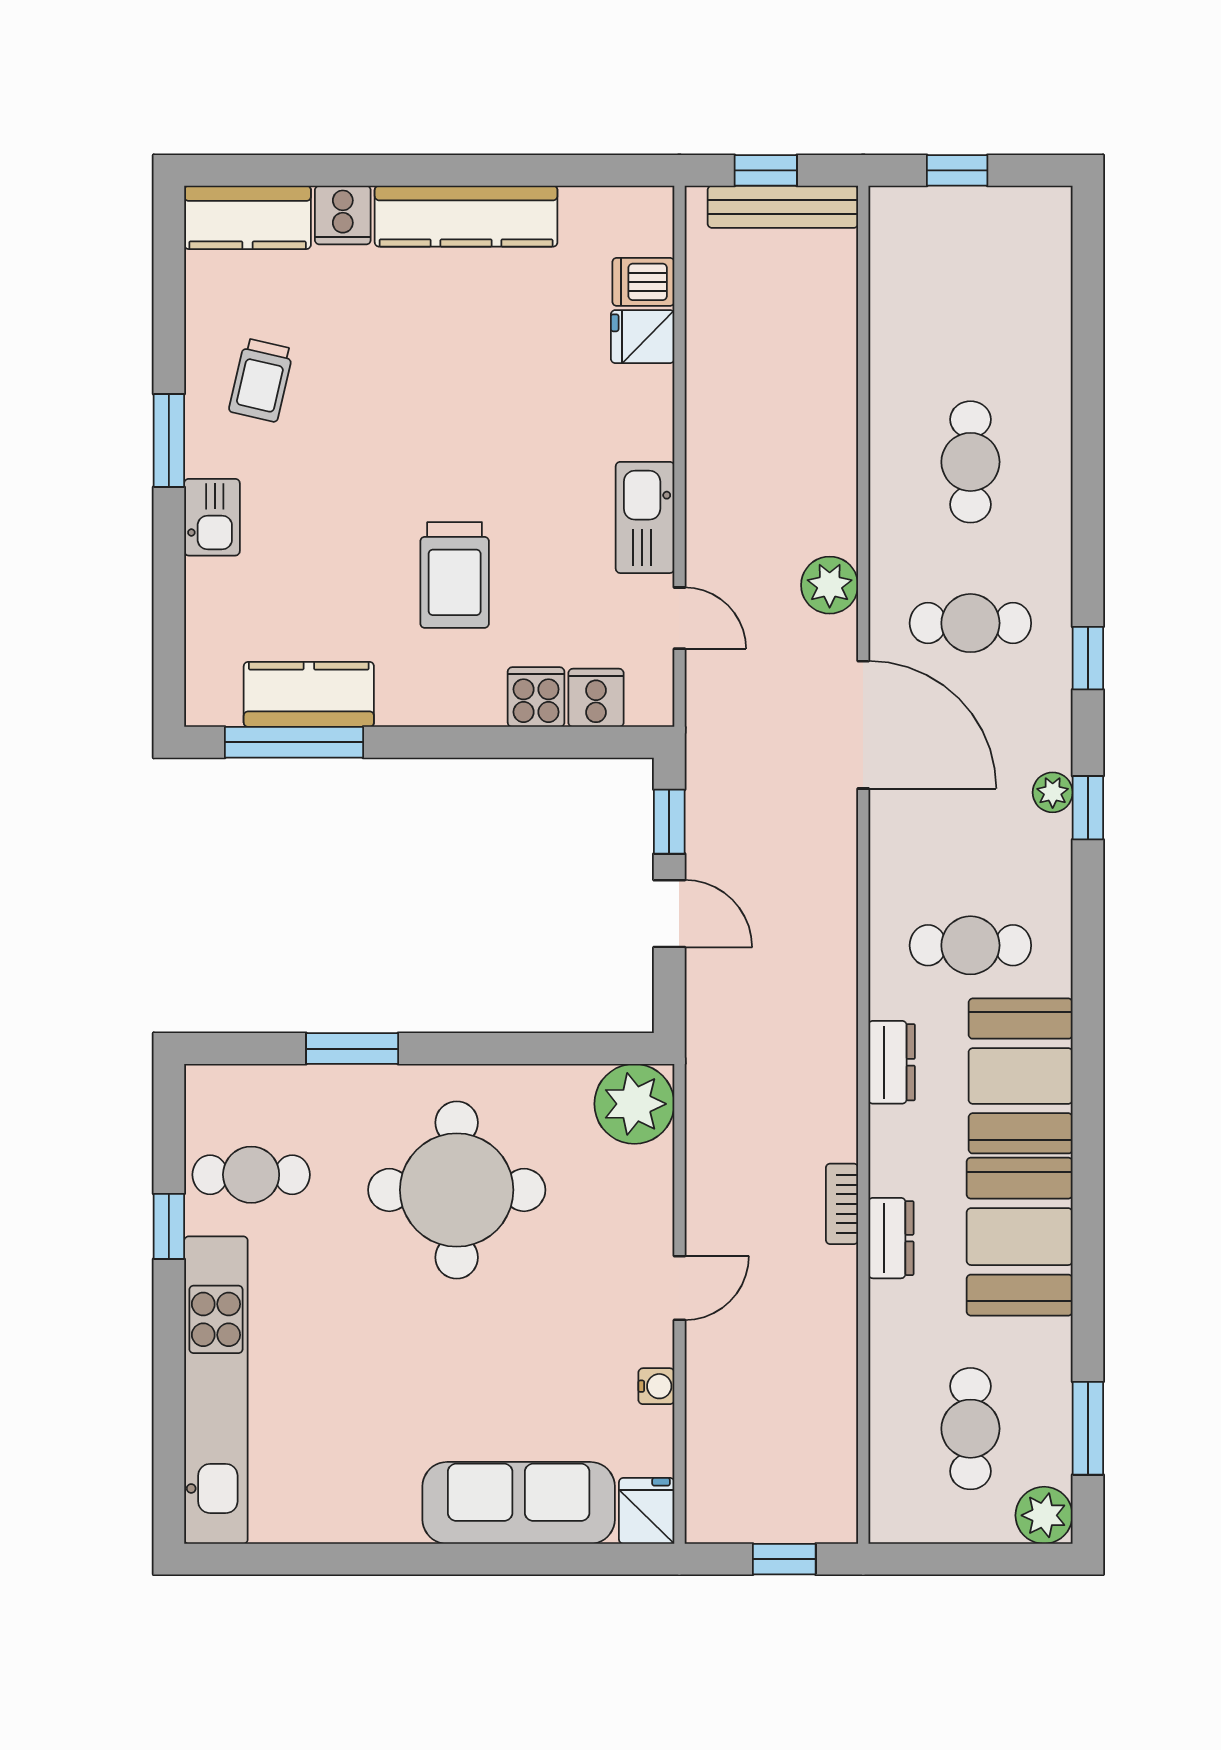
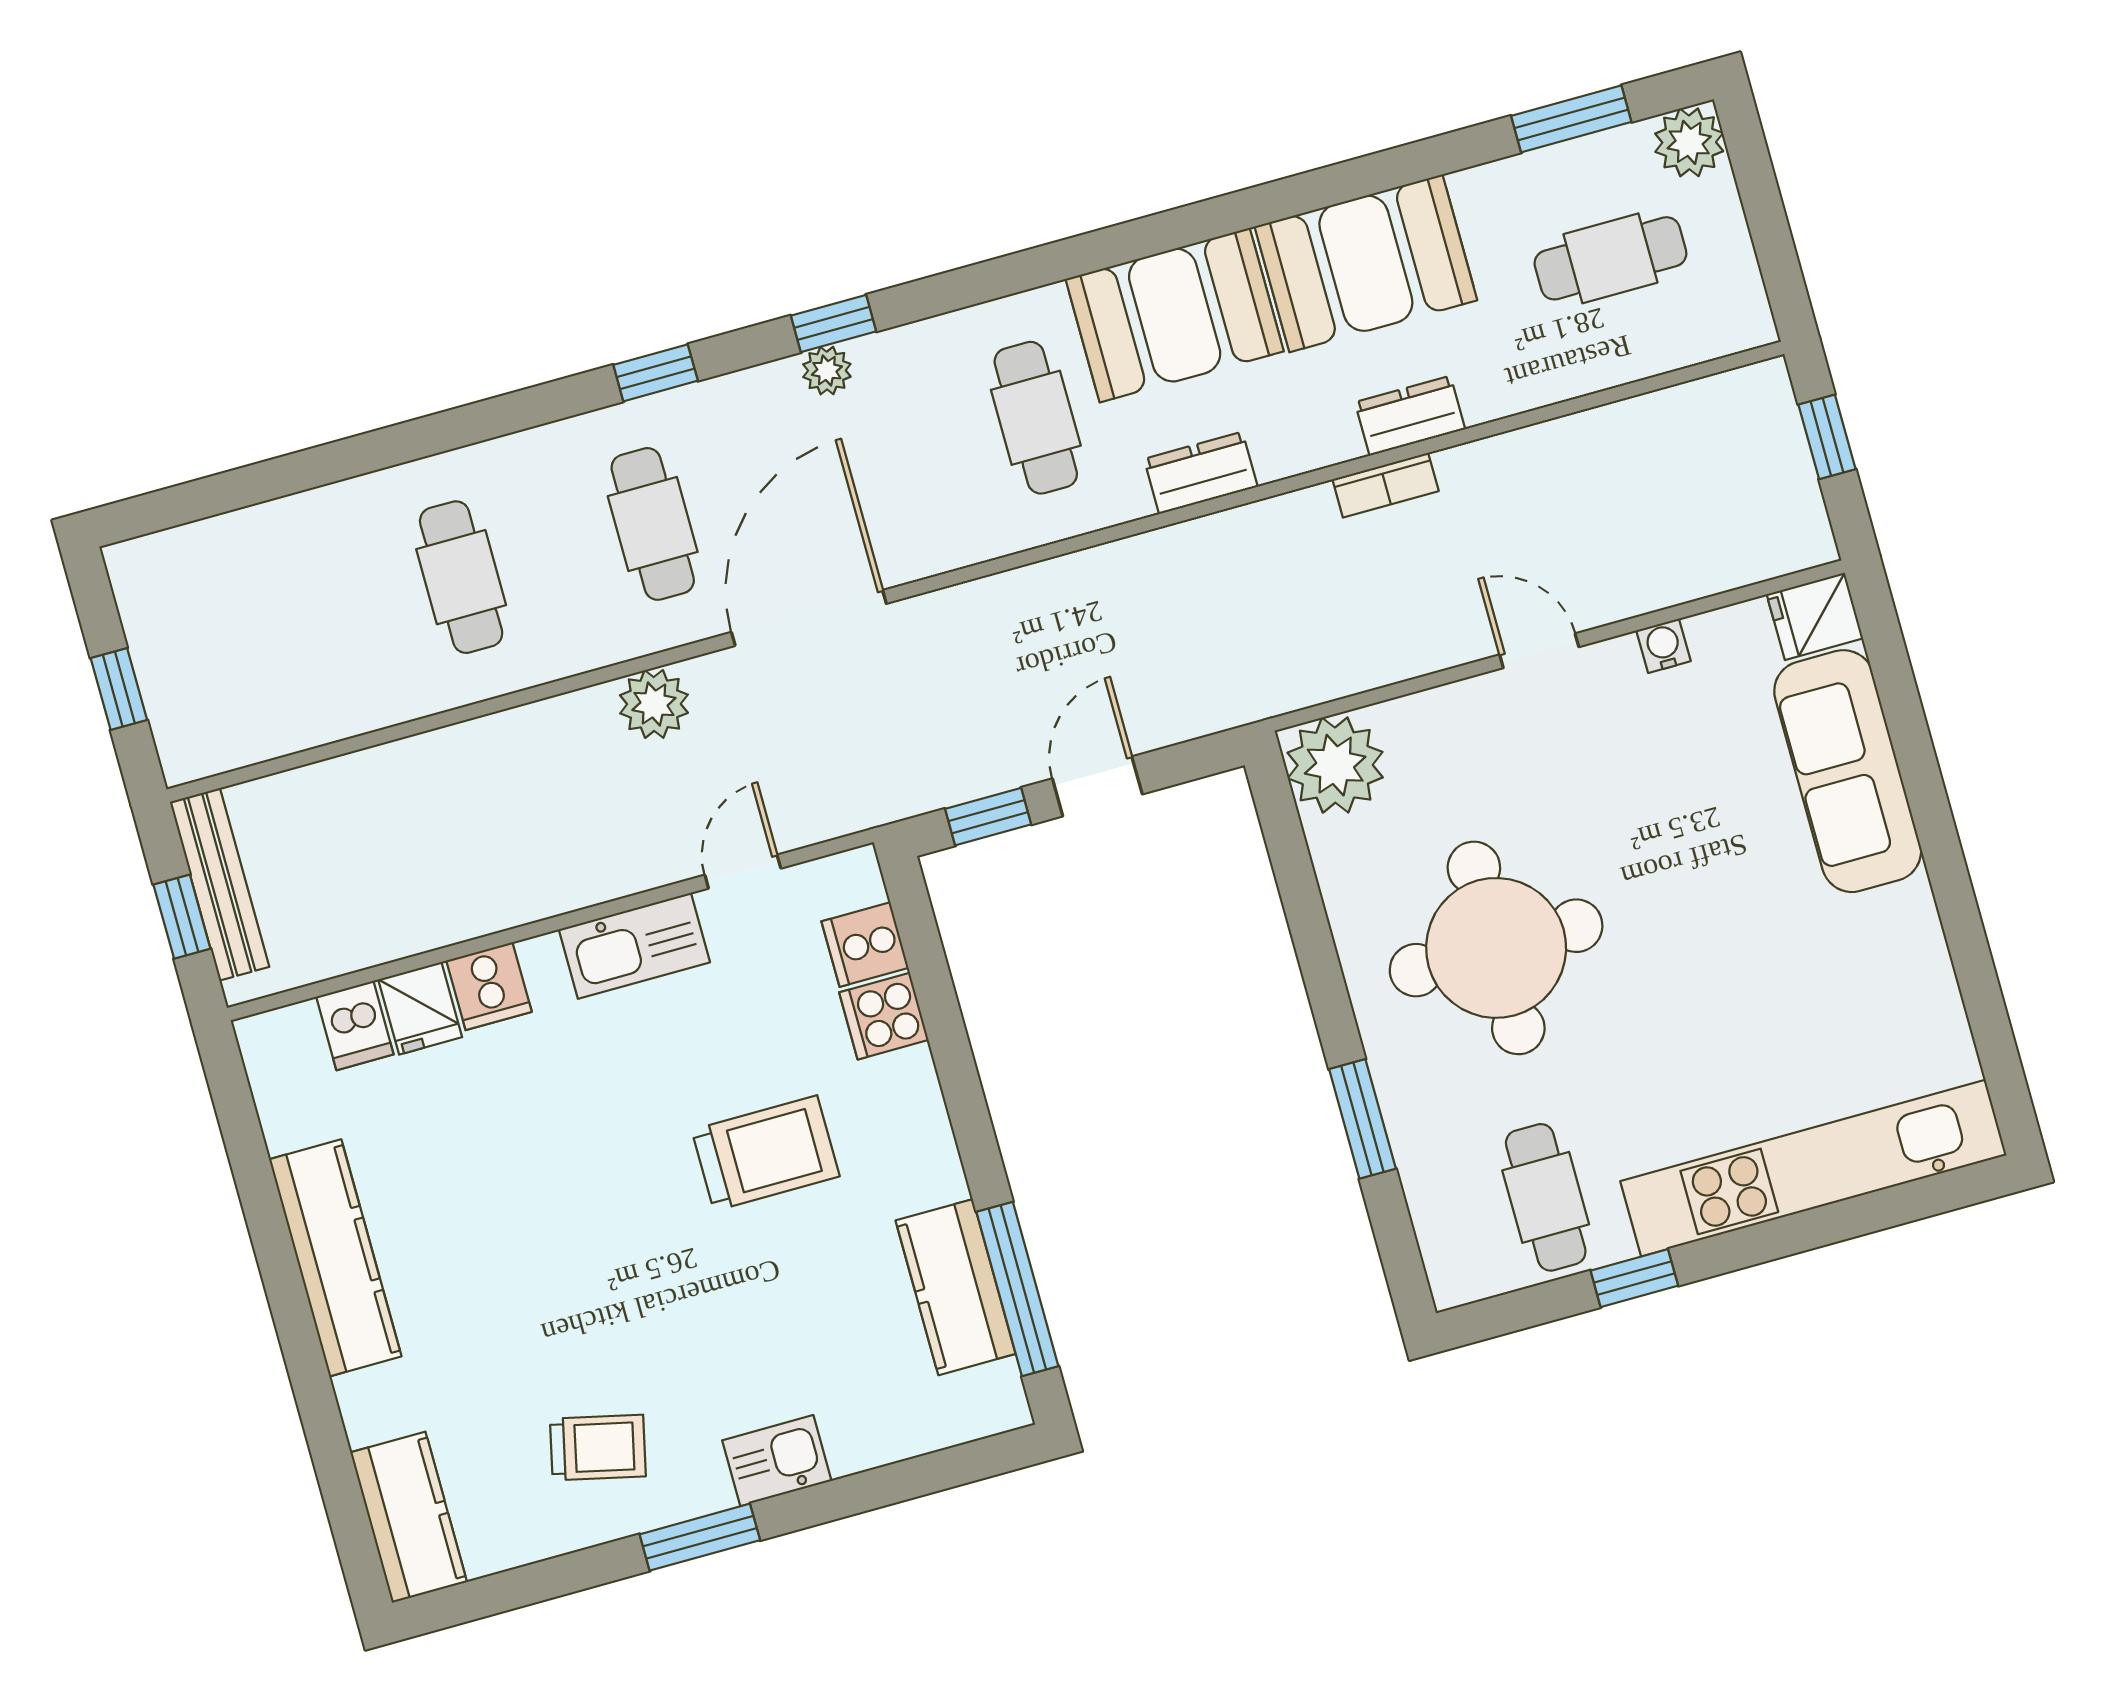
cooker: (343, 215) -> (489, 986), moved, turned 90
cafe table: (970, 462) -> (461, 577), turned 90

